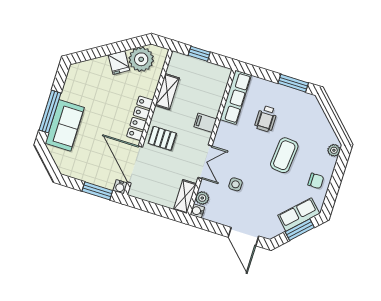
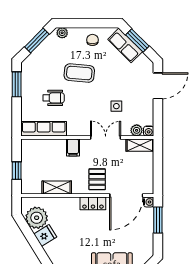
locker: (140, 118) -> (93, 203), width x0.66
window: (334, 120) -> (37, 40), added

